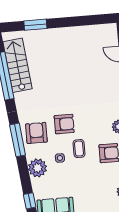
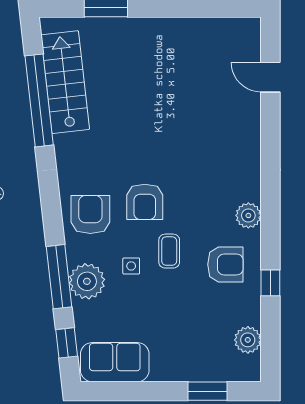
armchair: (64, 124) -> (145, 202), turned 90
window: (18, 140) -> (59, 277), moved

